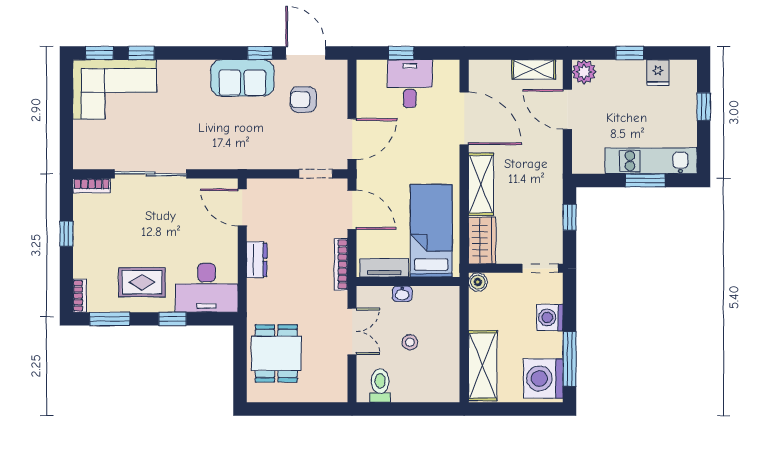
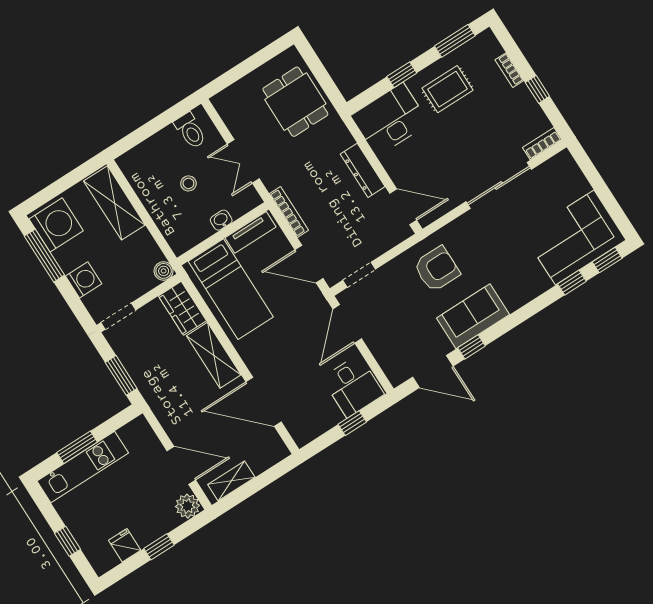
desk: (410, 84) -> (353, 386), moved
armchair: (303, 100) -> (437, 269), moved, width x1.38, depth x1.38
window: (570, 217) -> (121, 375), width x1.50
dresser: (257, 260) -> (363, 170), width x1.44
bookcase: (80, 296) -> (509, 70), moved

